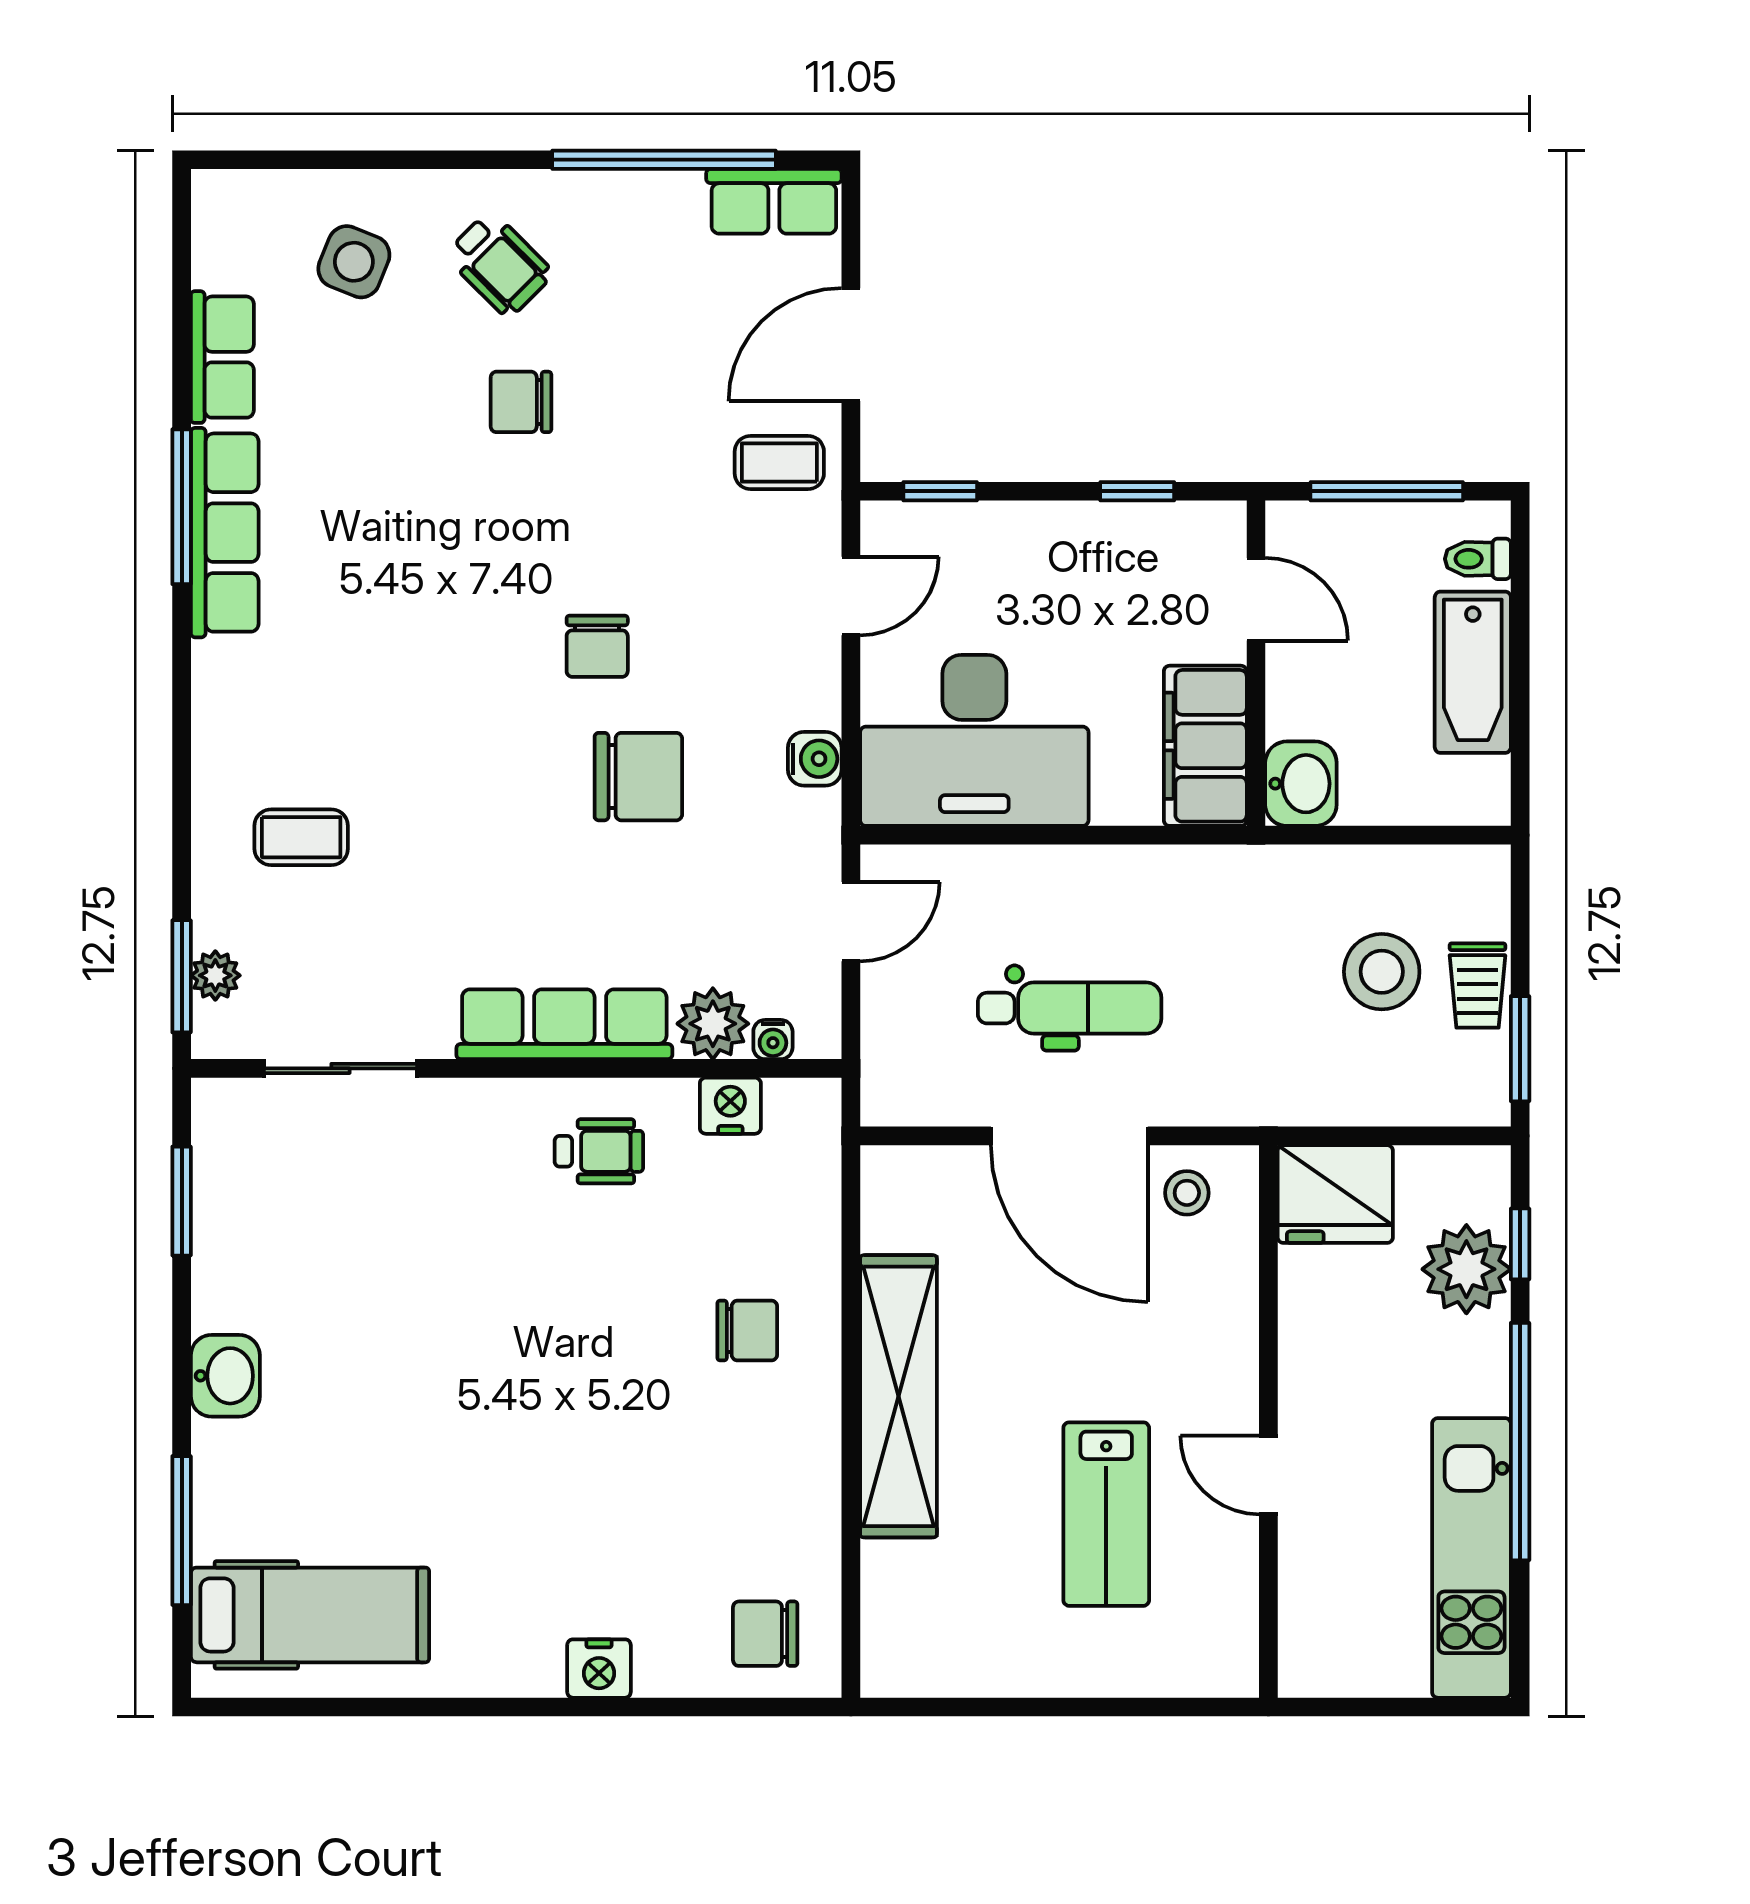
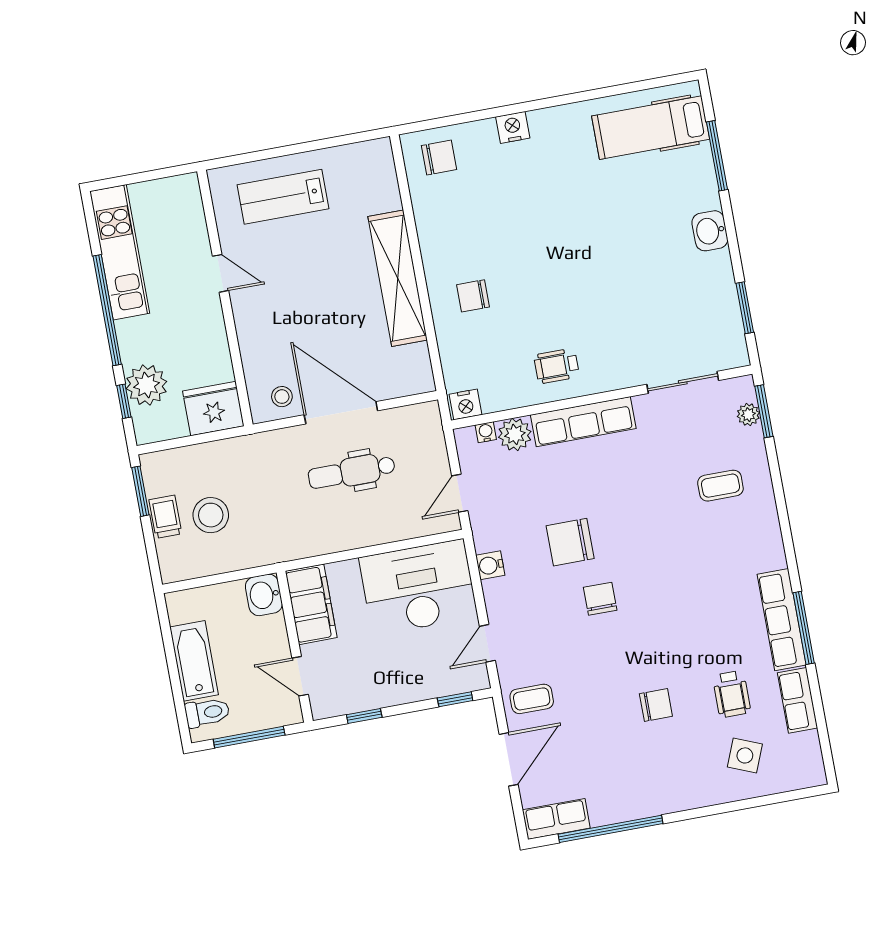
wheelchair: (499, 264) -> (732, 694), moved, turned -135
toilet: (1478, 559) -> (207, 713), width x1.37, depth x1.39
nightstand: (730, 1106) -> (465, 404), moved
lab bench: (1106, 1514) -> (283, 197), moved, turned -90

